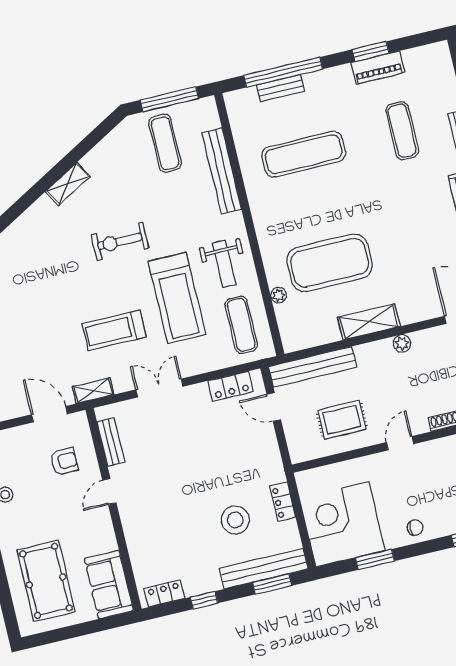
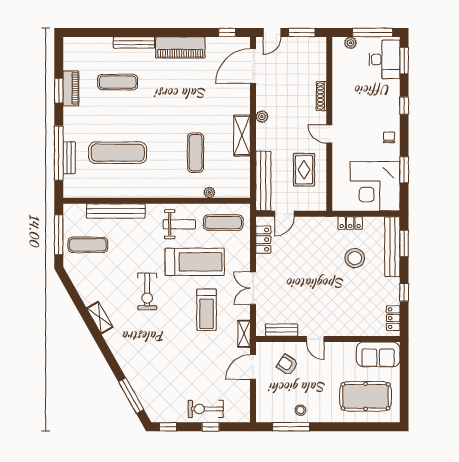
exercise mat: (304, 154) -> (118, 153), turned 90
exercise mat: (329, 263) -> (196, 153), width x0.50, depth x0.69
armchair: (64, 461) -> (287, 365), turned -57

